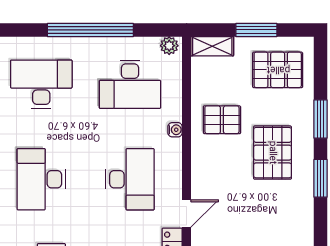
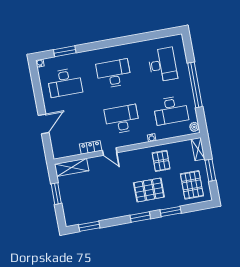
desk: (130, 84) -> (171, 110), turned -90
desk: (130, 179) -> (122, 119), turned 180

